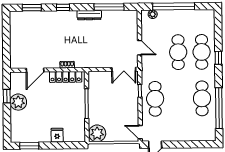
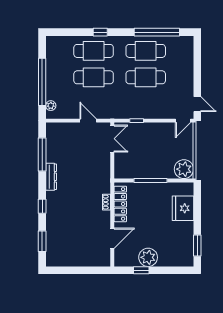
door: (140, 48) -> (88, 121), hinge flipped
door: (35, 70) -> (112, 238), hinge flipped
cafe table: (155, 99) -> (146, 77), moved
fridge: (57, 135) -> (183, 208), width x1.88, depth x1.34

